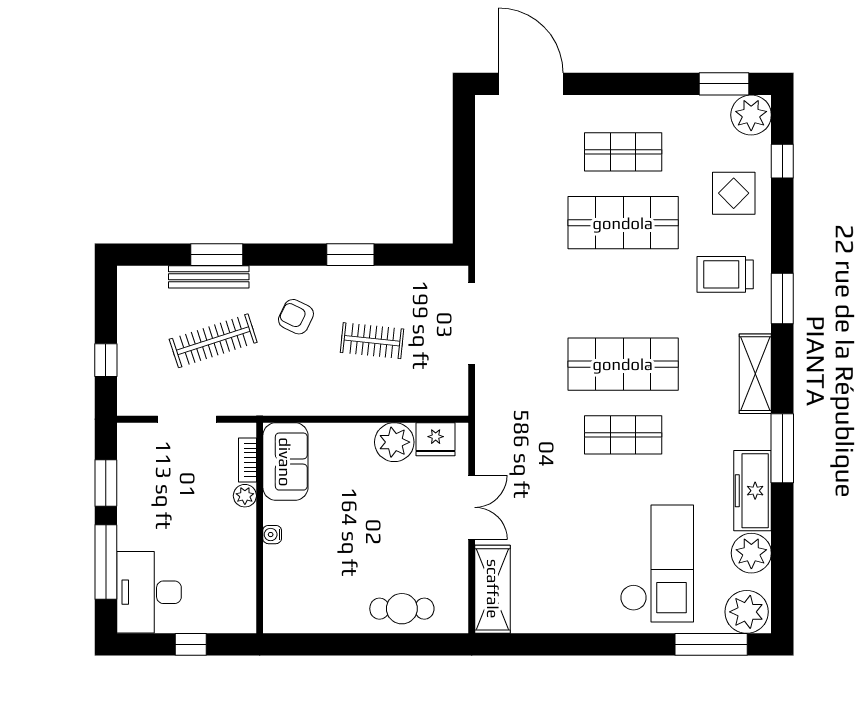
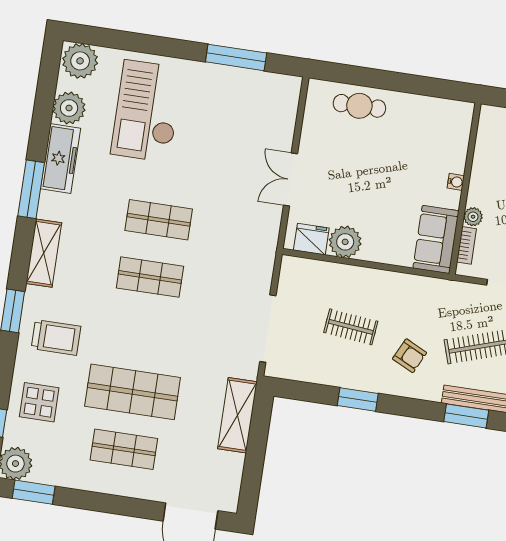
shop shelf: (623, 364) -> (150, 277), width x0.70, depth x0.74
shelving: (493, 589) -> (237, 415), moved
window: (711, 644) -> (236, 57), moved

